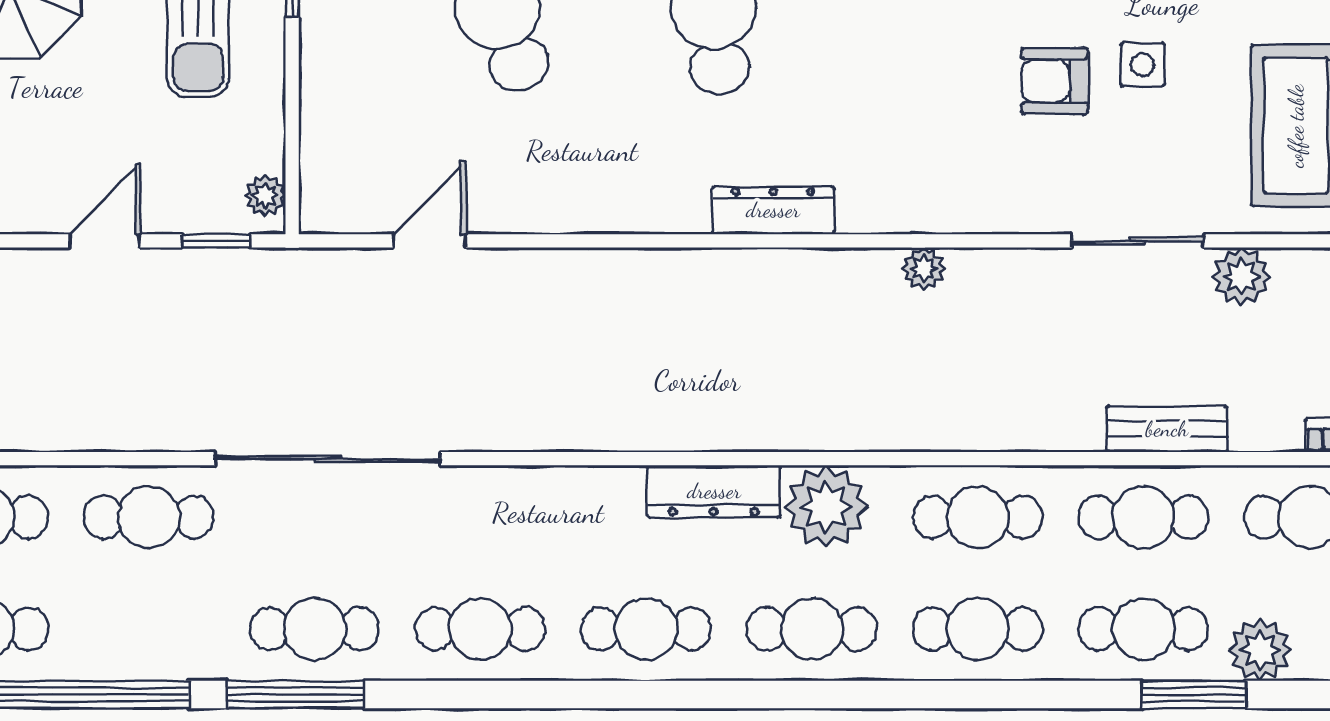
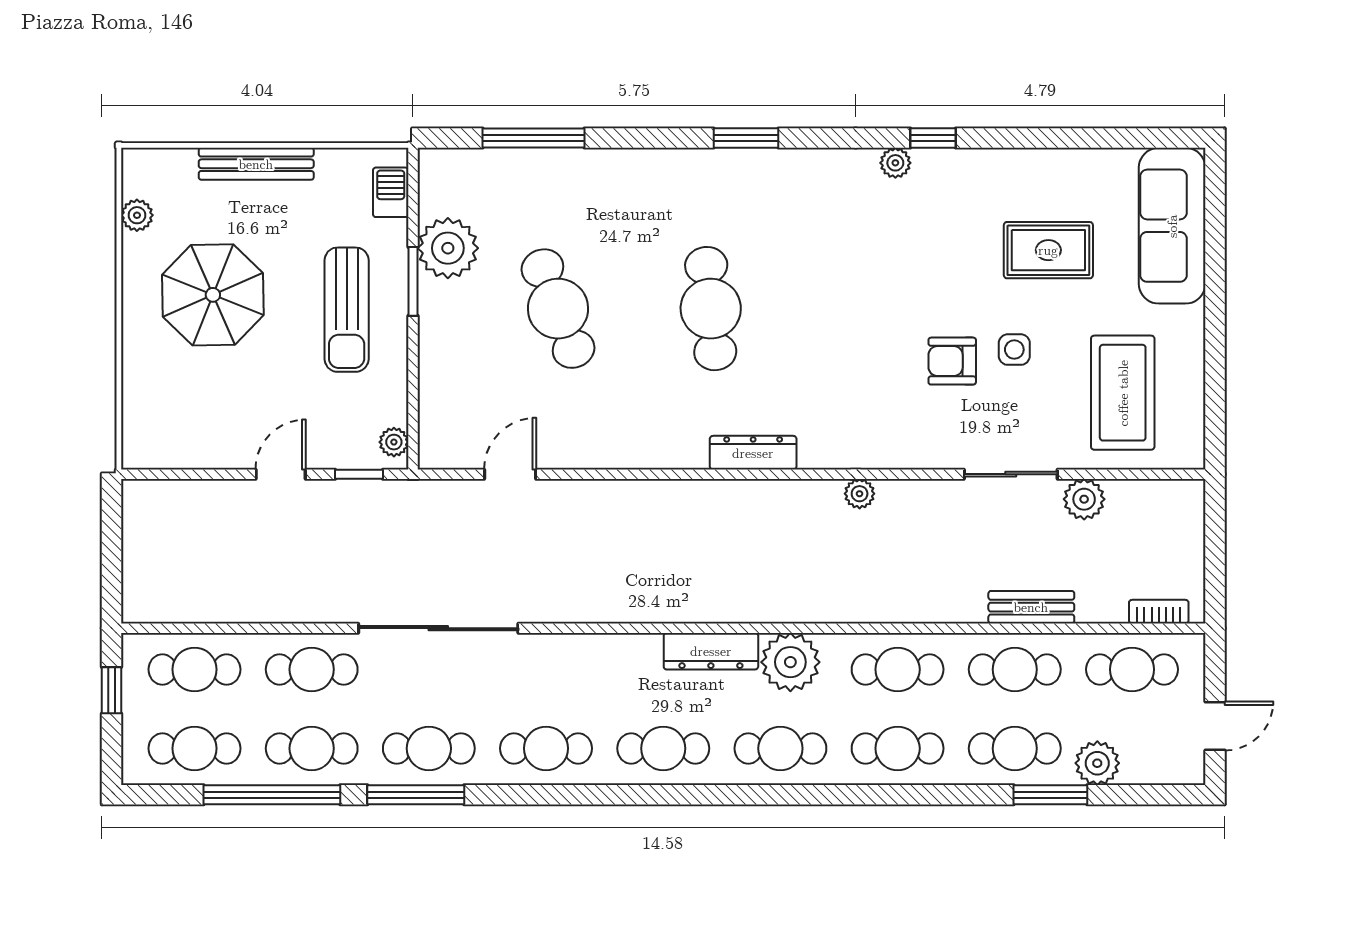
cafe table: (149, 629) -> (312, 748), added

